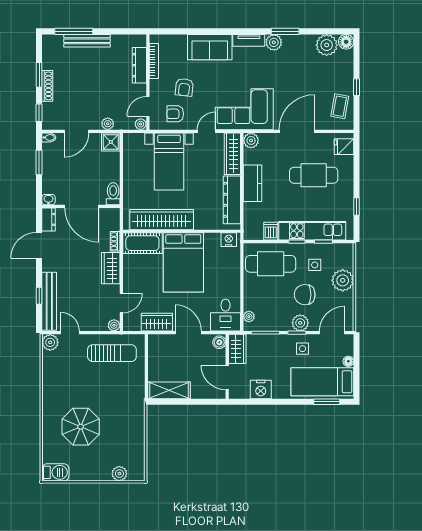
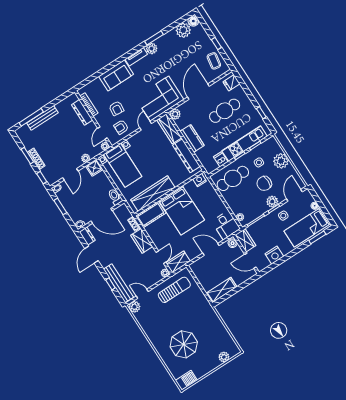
bed with nightstands: (169, 161) -> (123, 165), moved
wardrobe: (157, 322) -> (178, 262), moved

